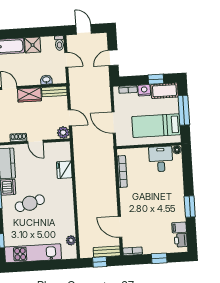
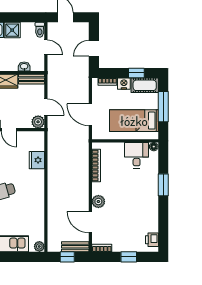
plant: (127, 206) -> (98, 202), added
window: (190, 207) -> (163, 185), moved
filing cabinet: (179, 227) -> (151, 227), removed
plant: (71, 240) -> (39, 246), moved

